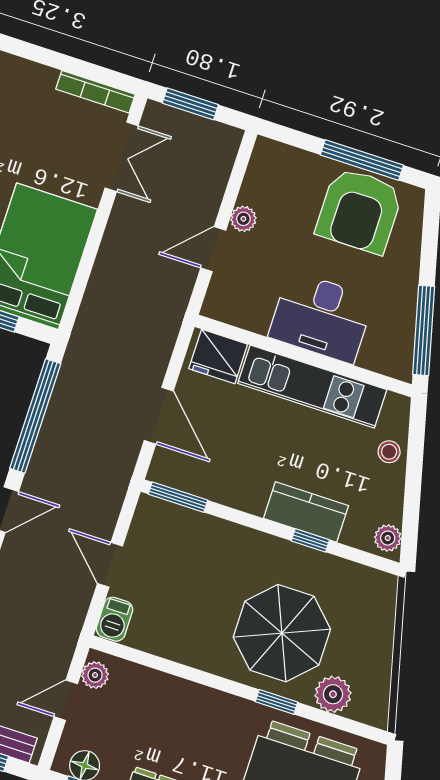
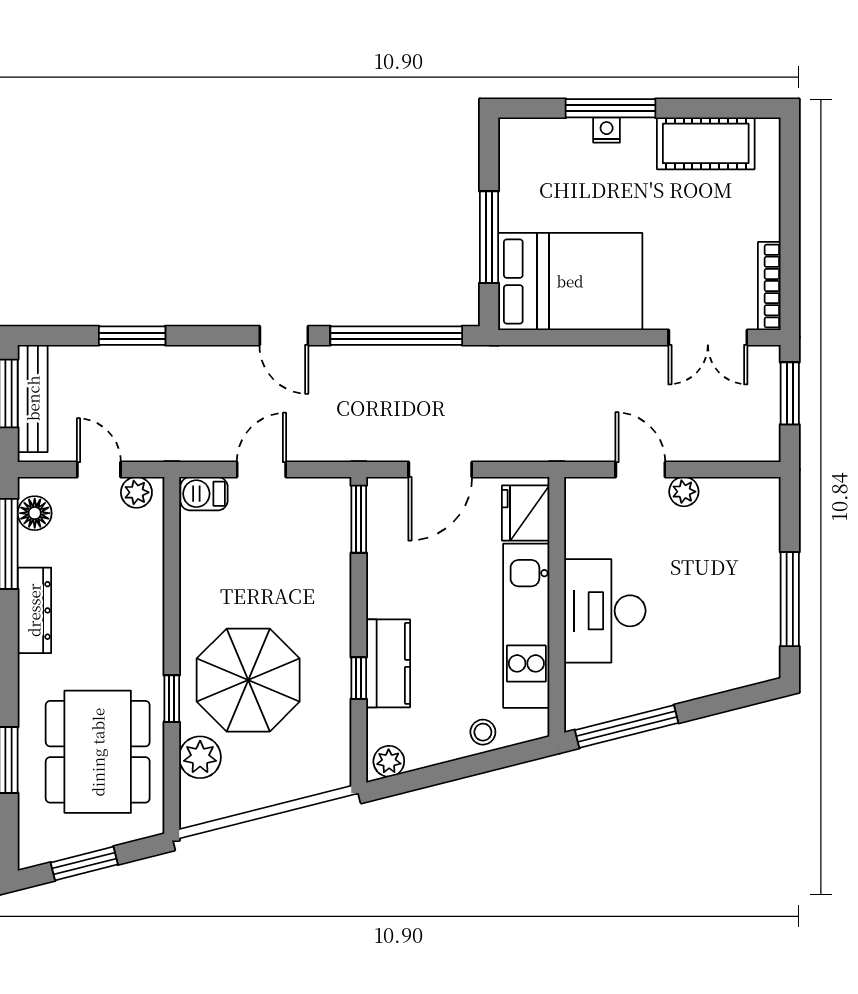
armchair: (359, 211) -> (734, 614), removed

